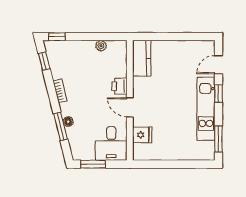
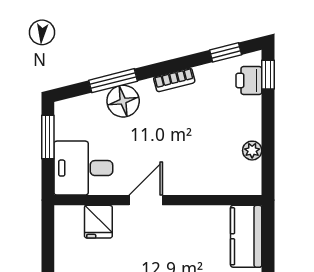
kitchen counter: (142, 58) -> (246, 236), moved, turned 90
printer: (119, 86) -> (249, 80), moved, turned -90
floor lamp: (68, 122) -> (123, 101), width x1.89, depth x1.89

